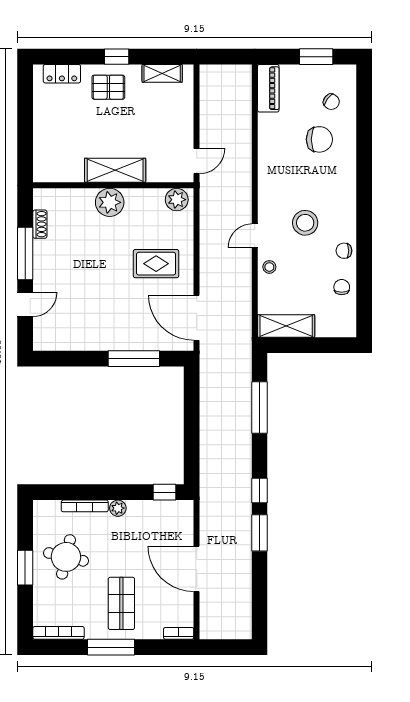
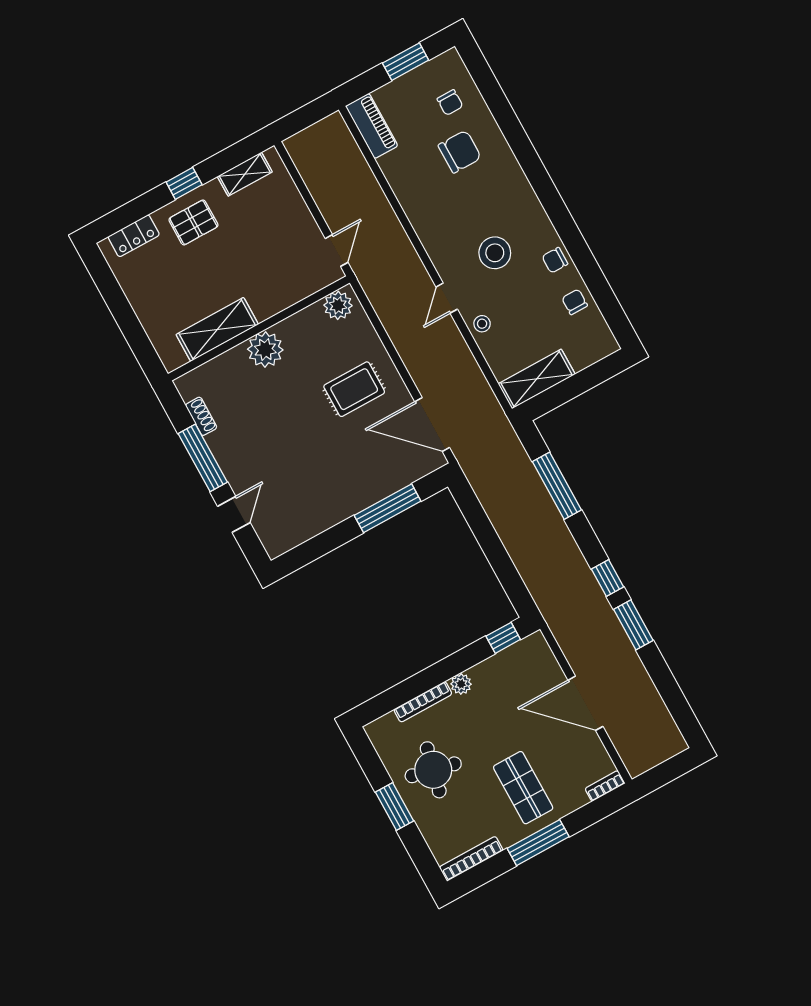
chair: (331, 102) -> (450, 102), turned 53
shelving: (115, 170) -> (217, 329), moved

